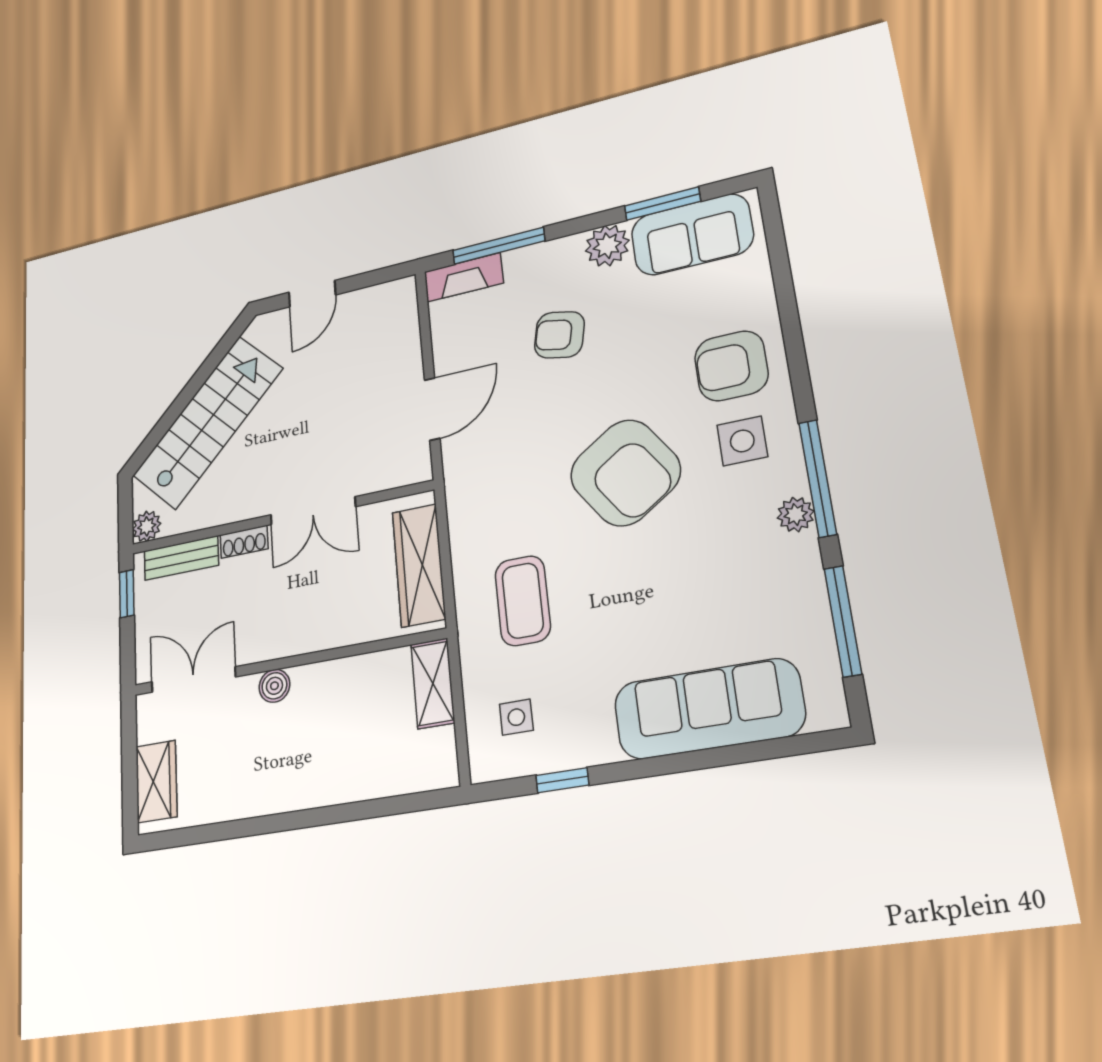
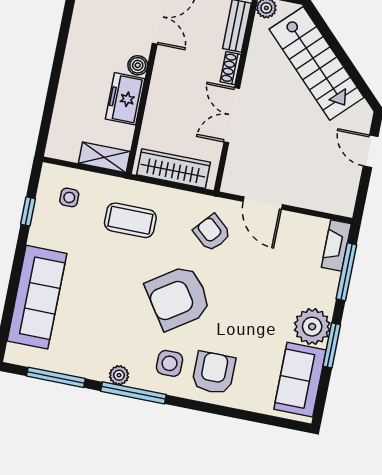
window: (662, 204) -> (332, 345), moved
plant: (607, 246) -> (312, 327), width x1.36, depth x1.36
armchair: (559, 335) -> (212, 233), moved, turned -61
freezer: (331, 686) -> (125, 99), added

